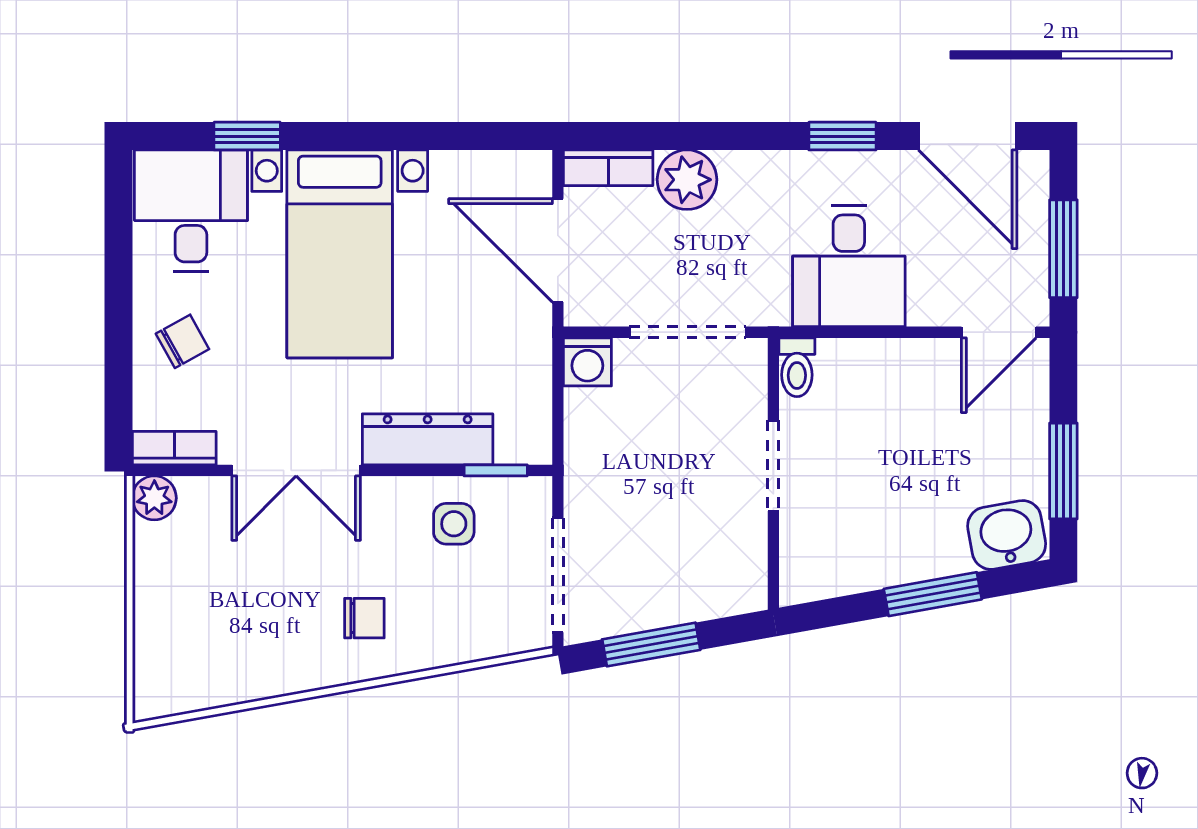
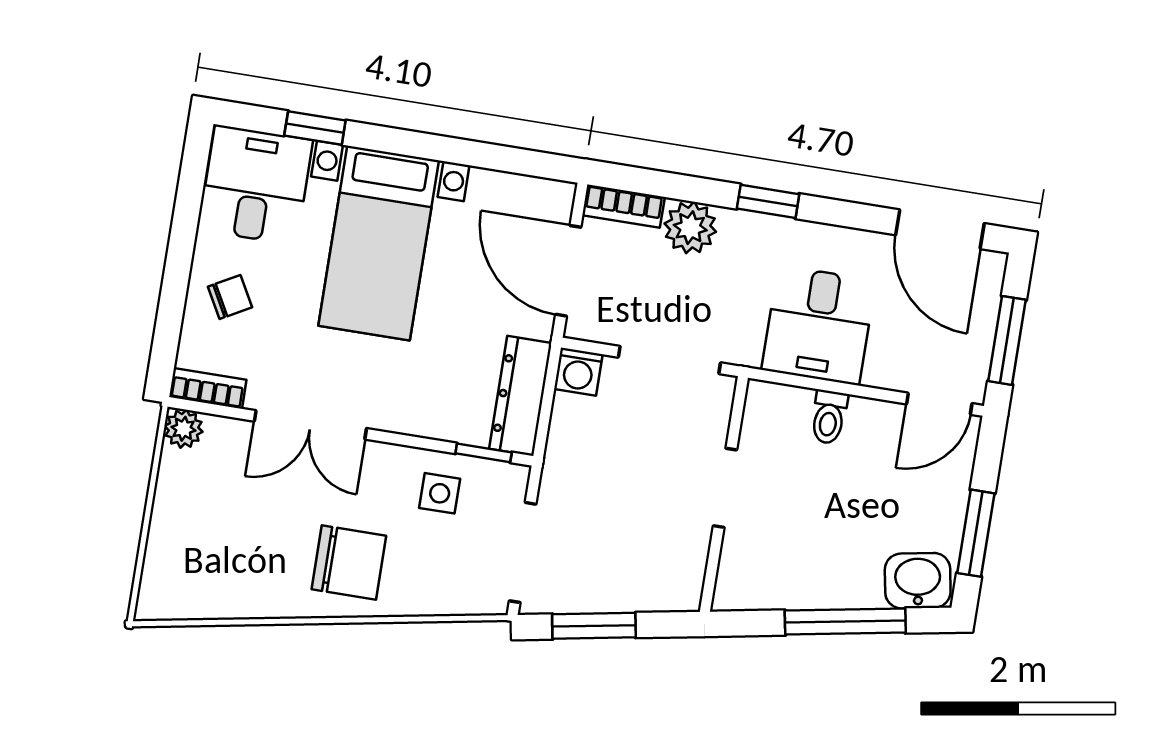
window: (842, 136) -> (768, 201), moved
toilet: (797, 367) -> (829, 417), moved
dresser: (428, 439) -> (520, 396), moved, turned -90
window: (933, 594) -> (845, 622), width x1.44
chair: (364, 618) -> (349, 563), width x1.87, depth x1.87

